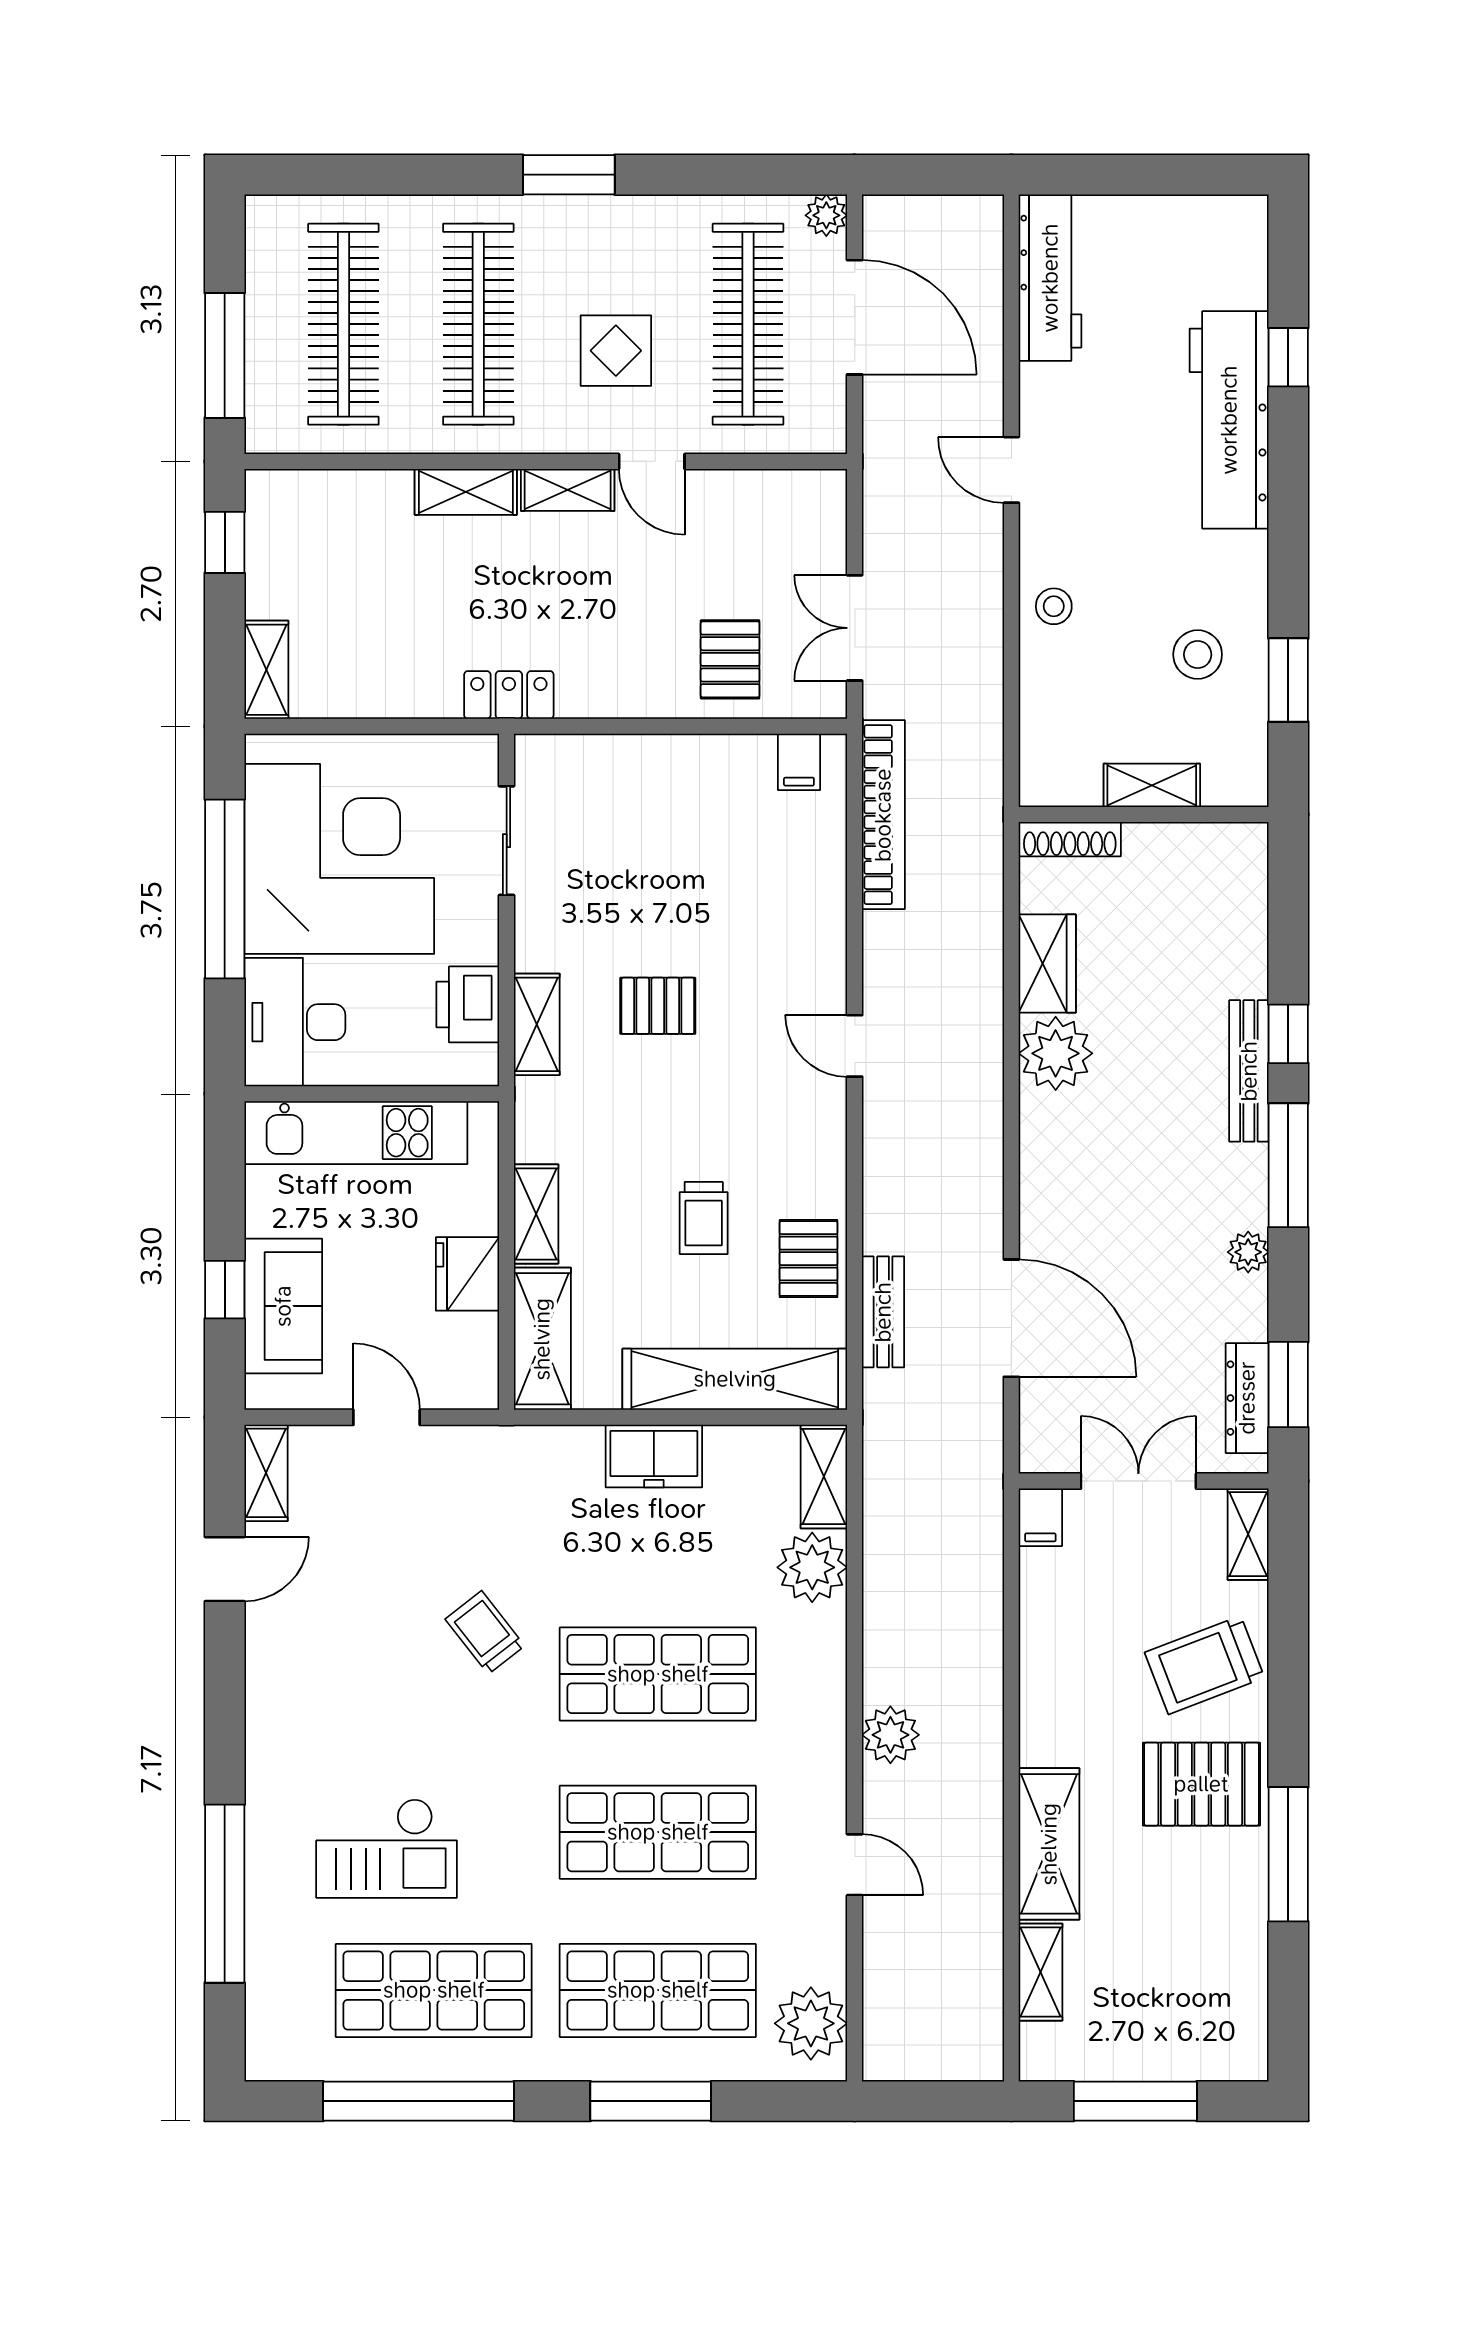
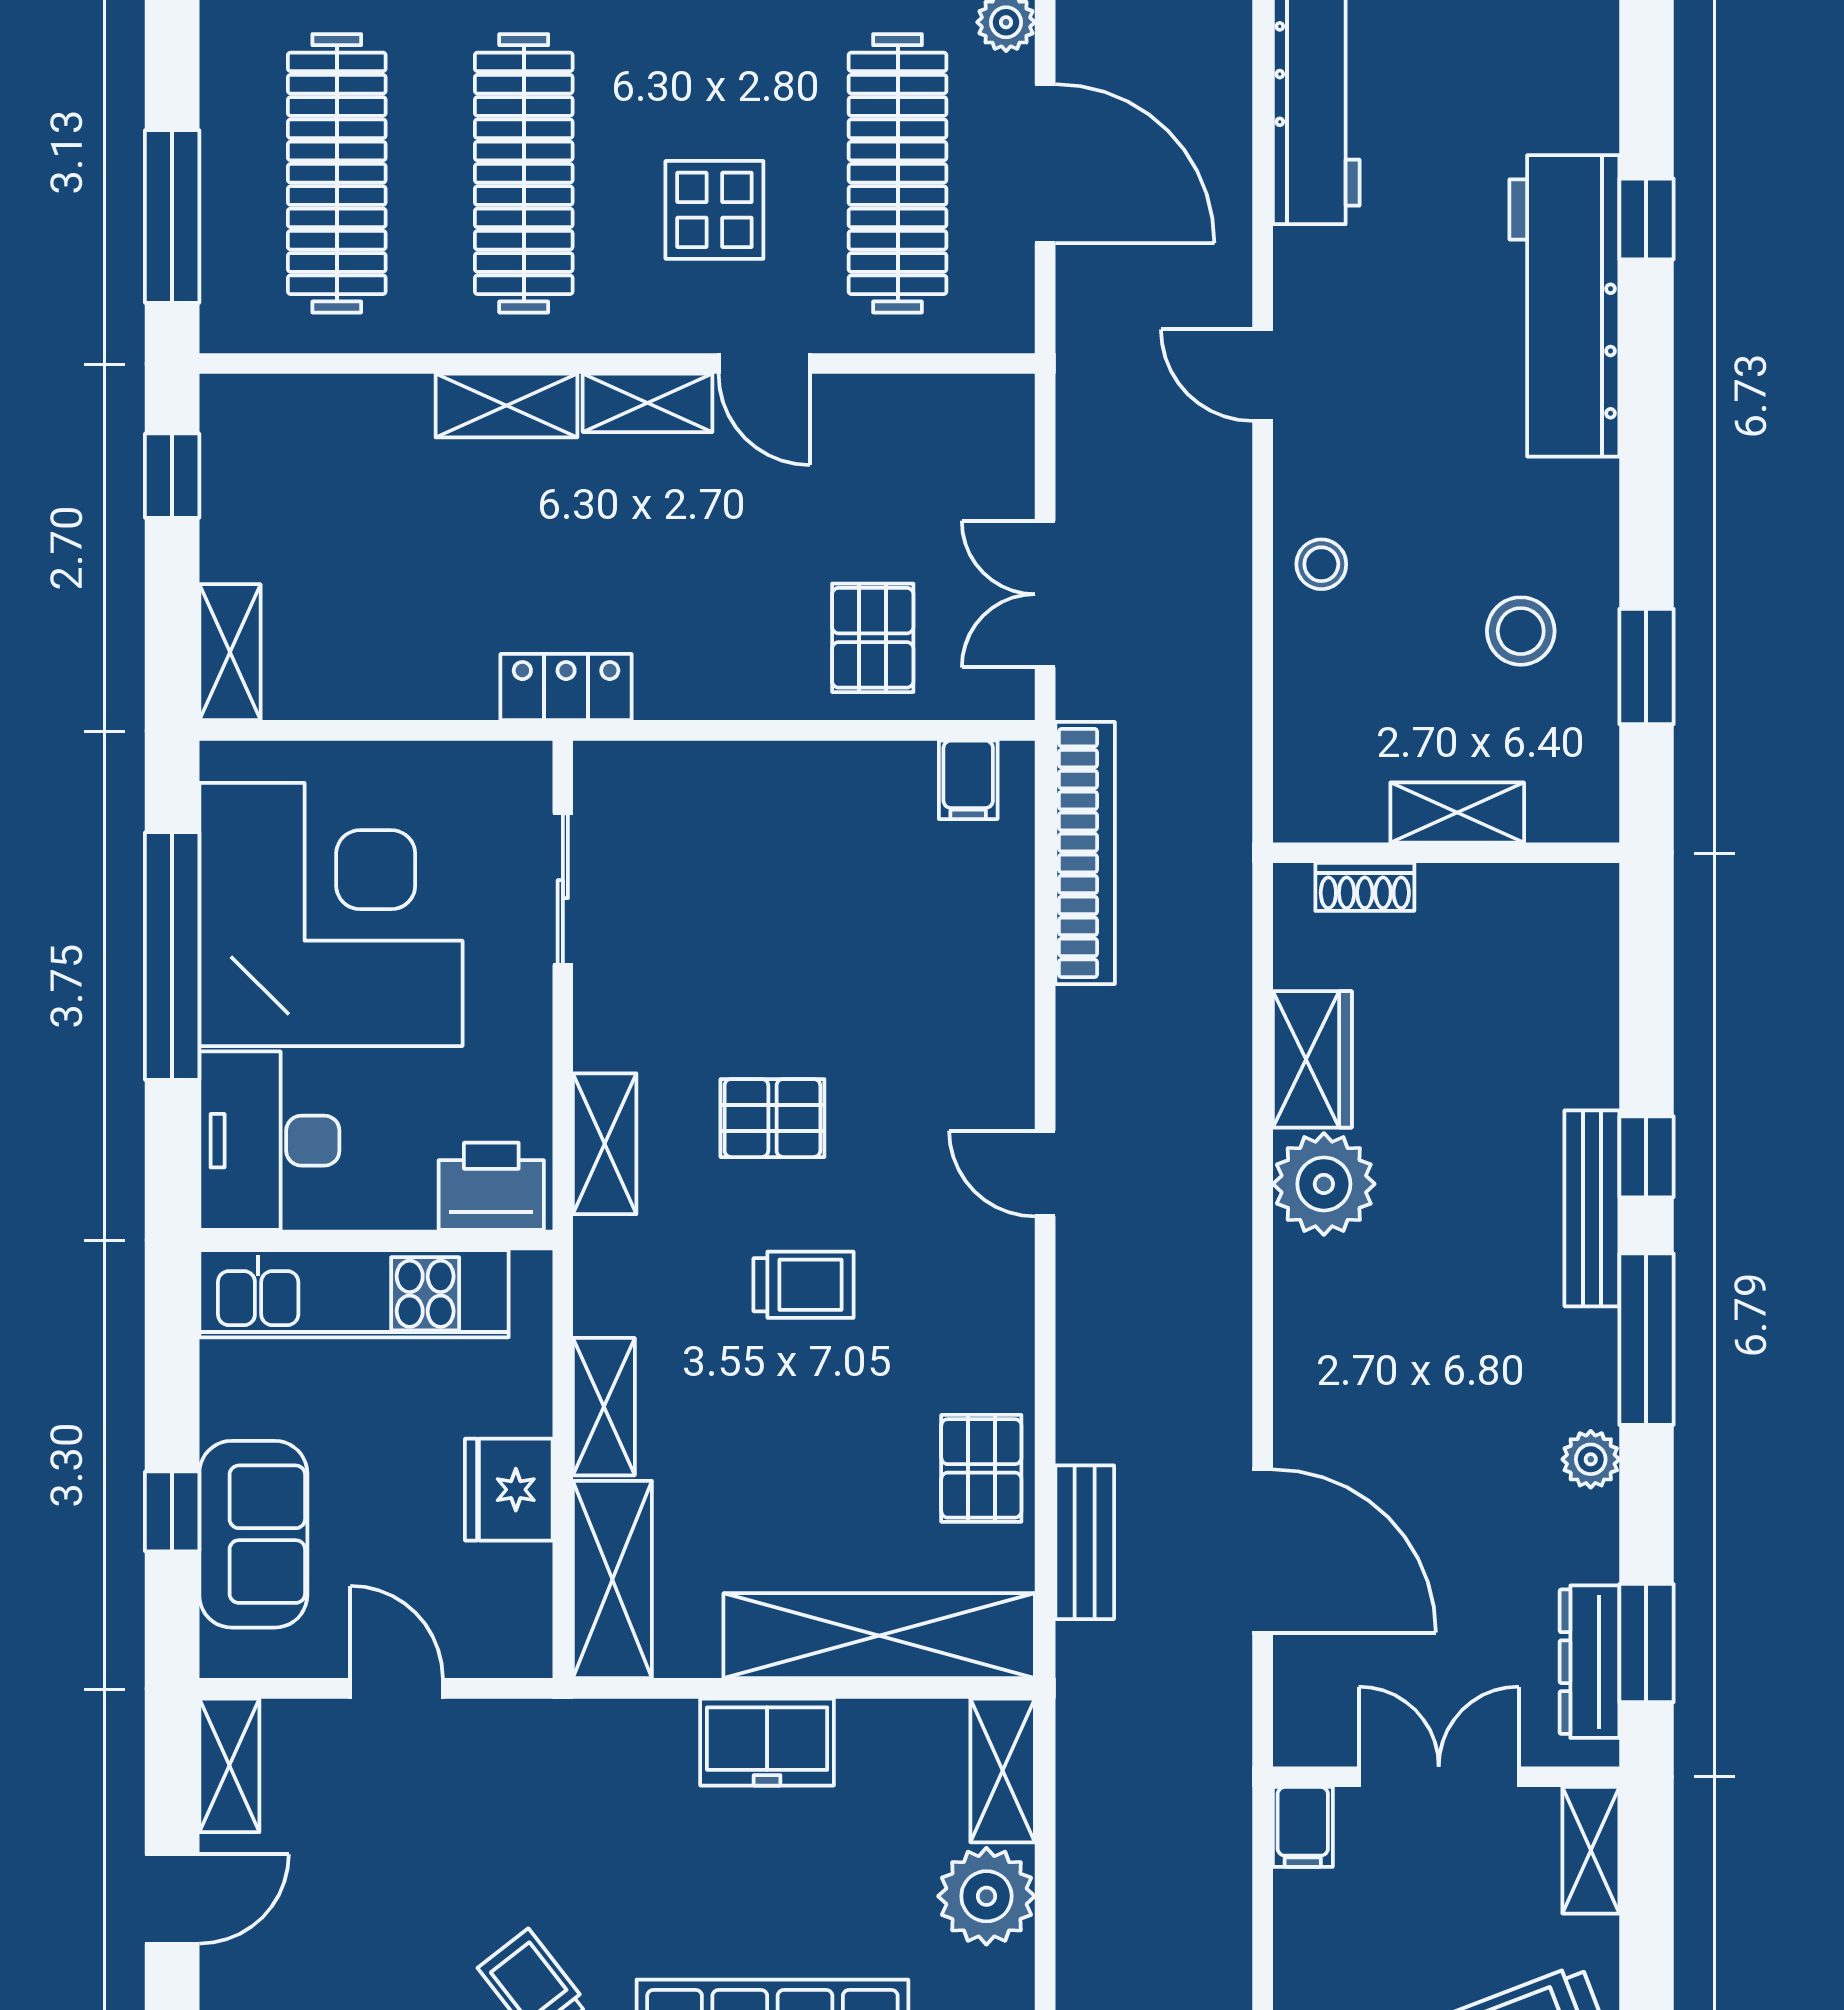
shoe rack: (1070, 839) -> (1365, 887), width x0.70
printer: (468, 1004) -> (491, 1186), moved, turned 90
trolley: (704, 1218) -> (804, 1285), moved, turned -90

